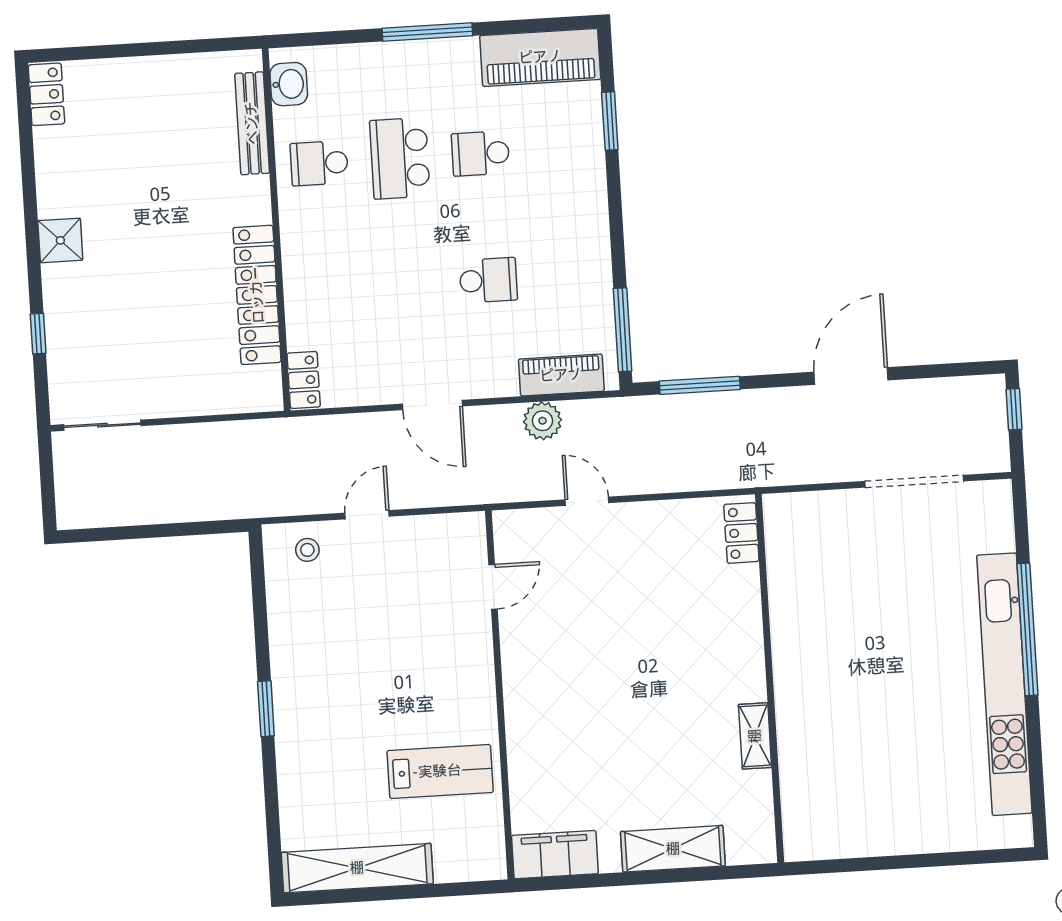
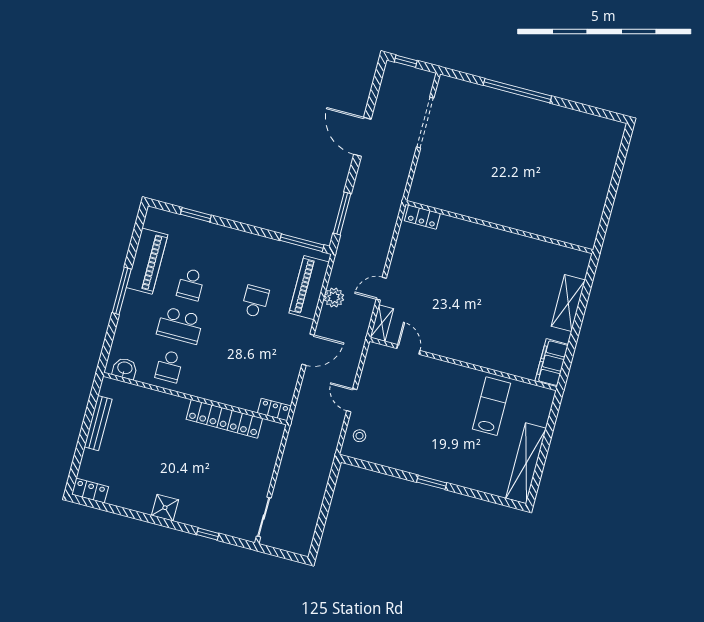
piano: (540, 57) -> (147, 261), moved
bench: (252, 123) -> (98, 423), moved, turned 90
piano: (561, 375) -> (309, 288), width x1.37, depth x1.33
kitchen unit: (1004, 684) -> (541, 111), removed
shelving: (755, 736) -> (382, 323), moved, turned 90

